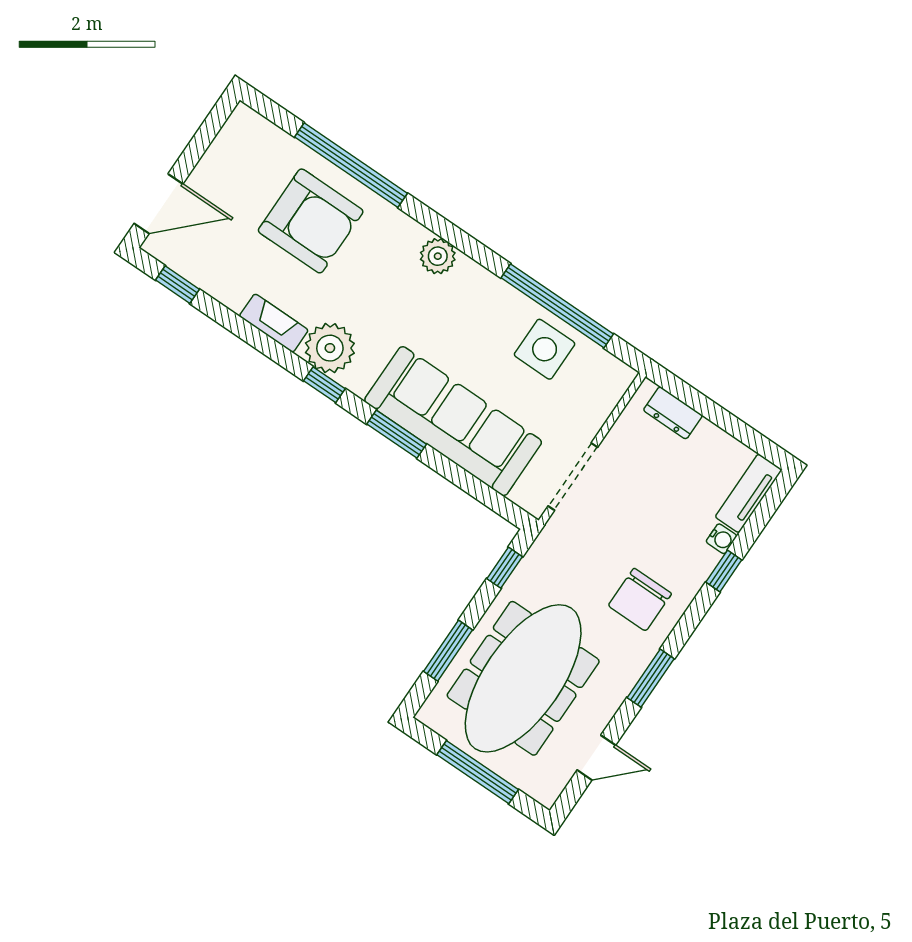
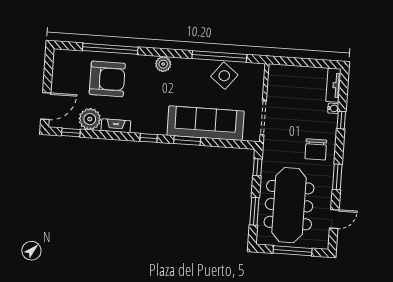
plant: (330, 348) -> (90, 119), moved
side table: (545, 349) -> (224, 76), turned 38
dresser: (673, 413) -> (287, 71), removed

